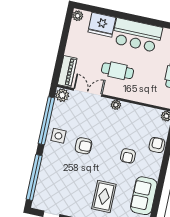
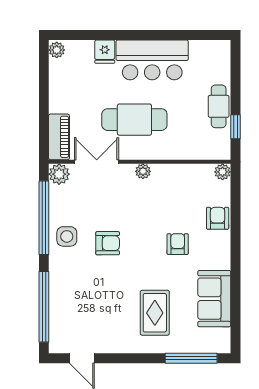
fridge: (102, 25) -> (105, 52), width x0.53, depth x0.75
cafe table: (118, 71) -> (134, 120), width x1.37, depth x1.35
armchair: (128, 156) -> (178, 244), turned 180

